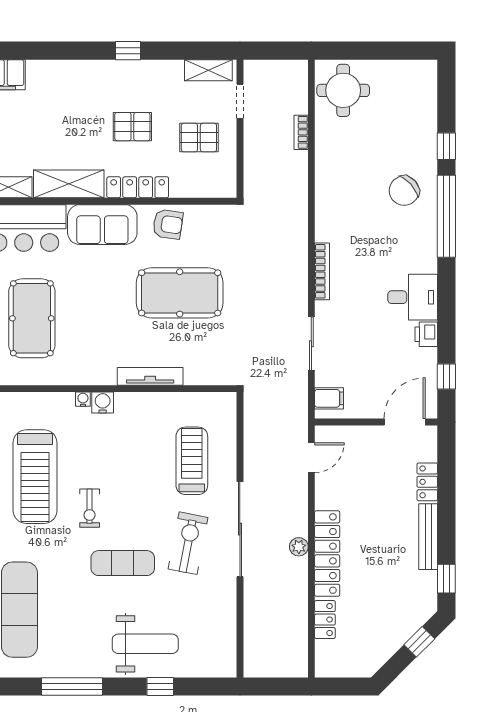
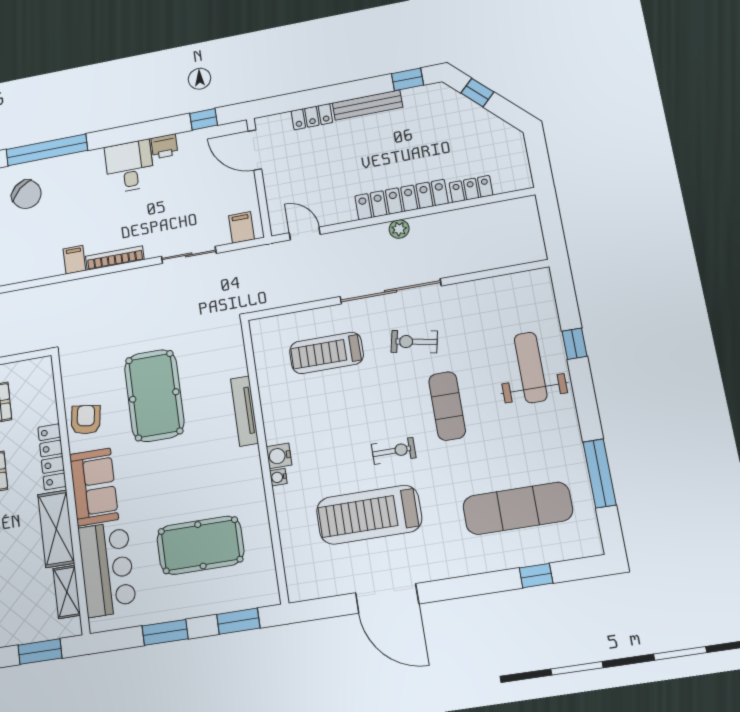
filing cabinet: (328, 231) -> (74, 260), added
treadmill: (35, 477) -> (369, 515), turned 180
exercise bike: (188, 543) -> (414, 342), width x0.73, depth x0.72
window: (72, 686) -> (600, 473), moved

